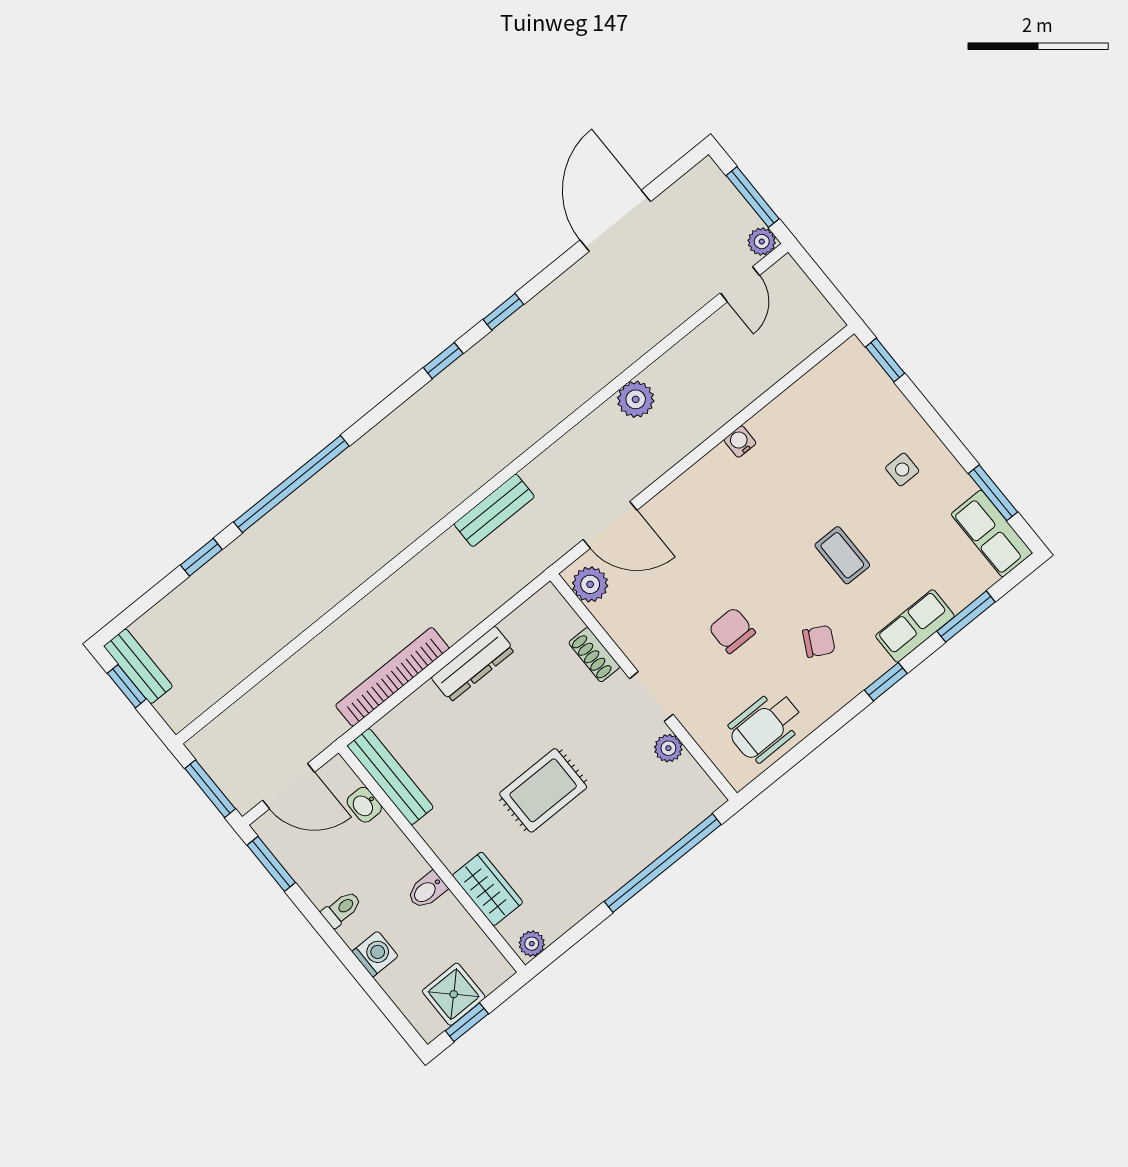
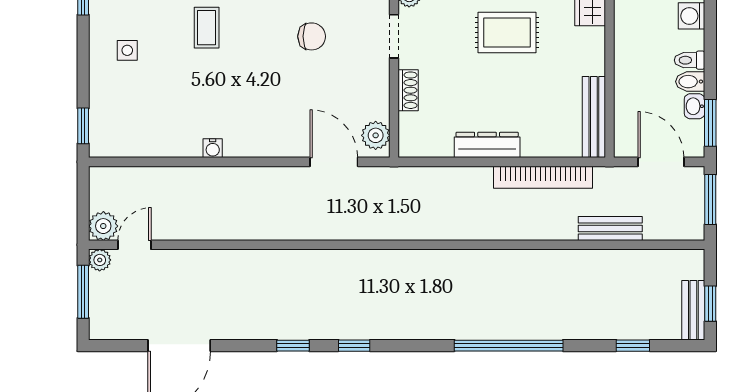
plant: (636, 399) -> (103, 226), moved
bench: (494, 510) -> (610, 228), moved
window: (201, 557) -> (633, 346), moved
chair: (732, 630) -> (312, 36), turned -90
washbasin: (364, 805) -> (695, 106), moved, turned 180
bidet: (427, 890) -> (690, 82), moved, turned 180

